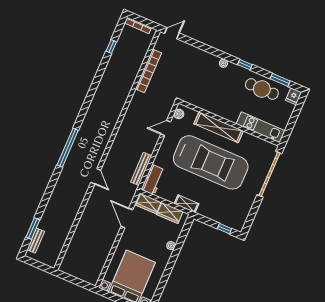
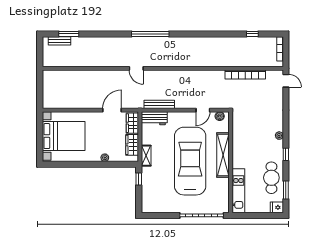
door: (166, 128) -> (203, 110), swing flipped
car: (211, 162) -> (190, 161), turned 180
door: (96, 176) -> (136, 68), hinge flipped
window: (225, 229) -> (139, 179), moved

